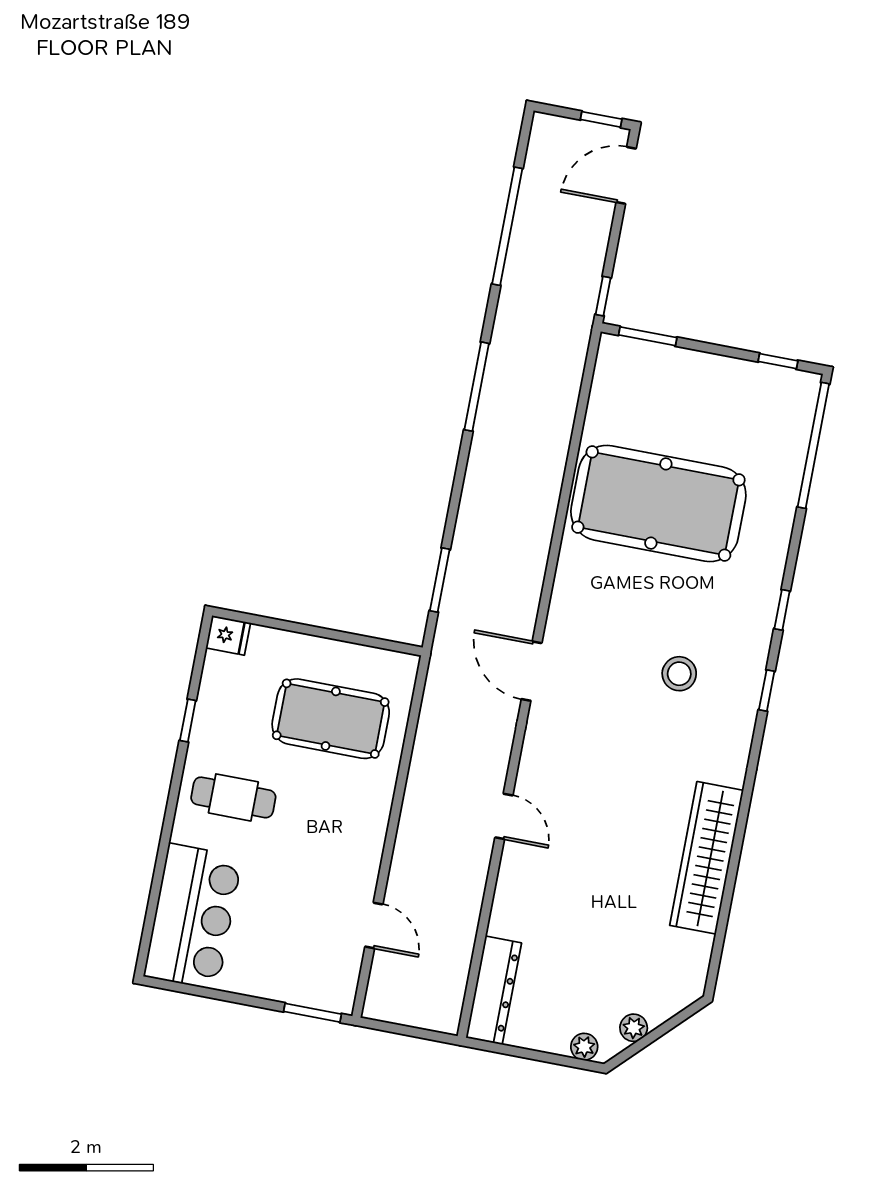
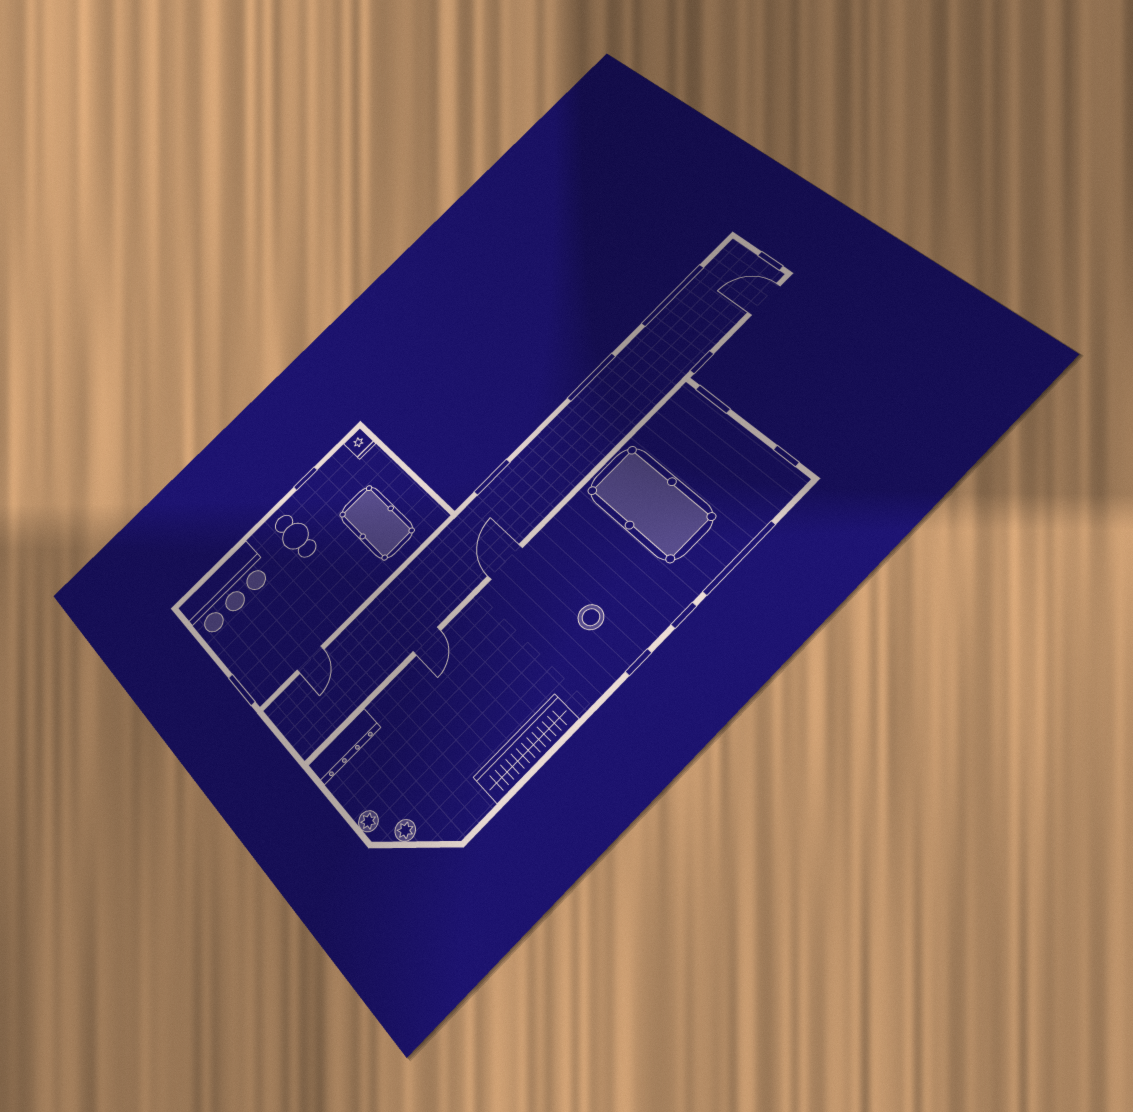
window: (813, 445) -> (739, 558), moved

